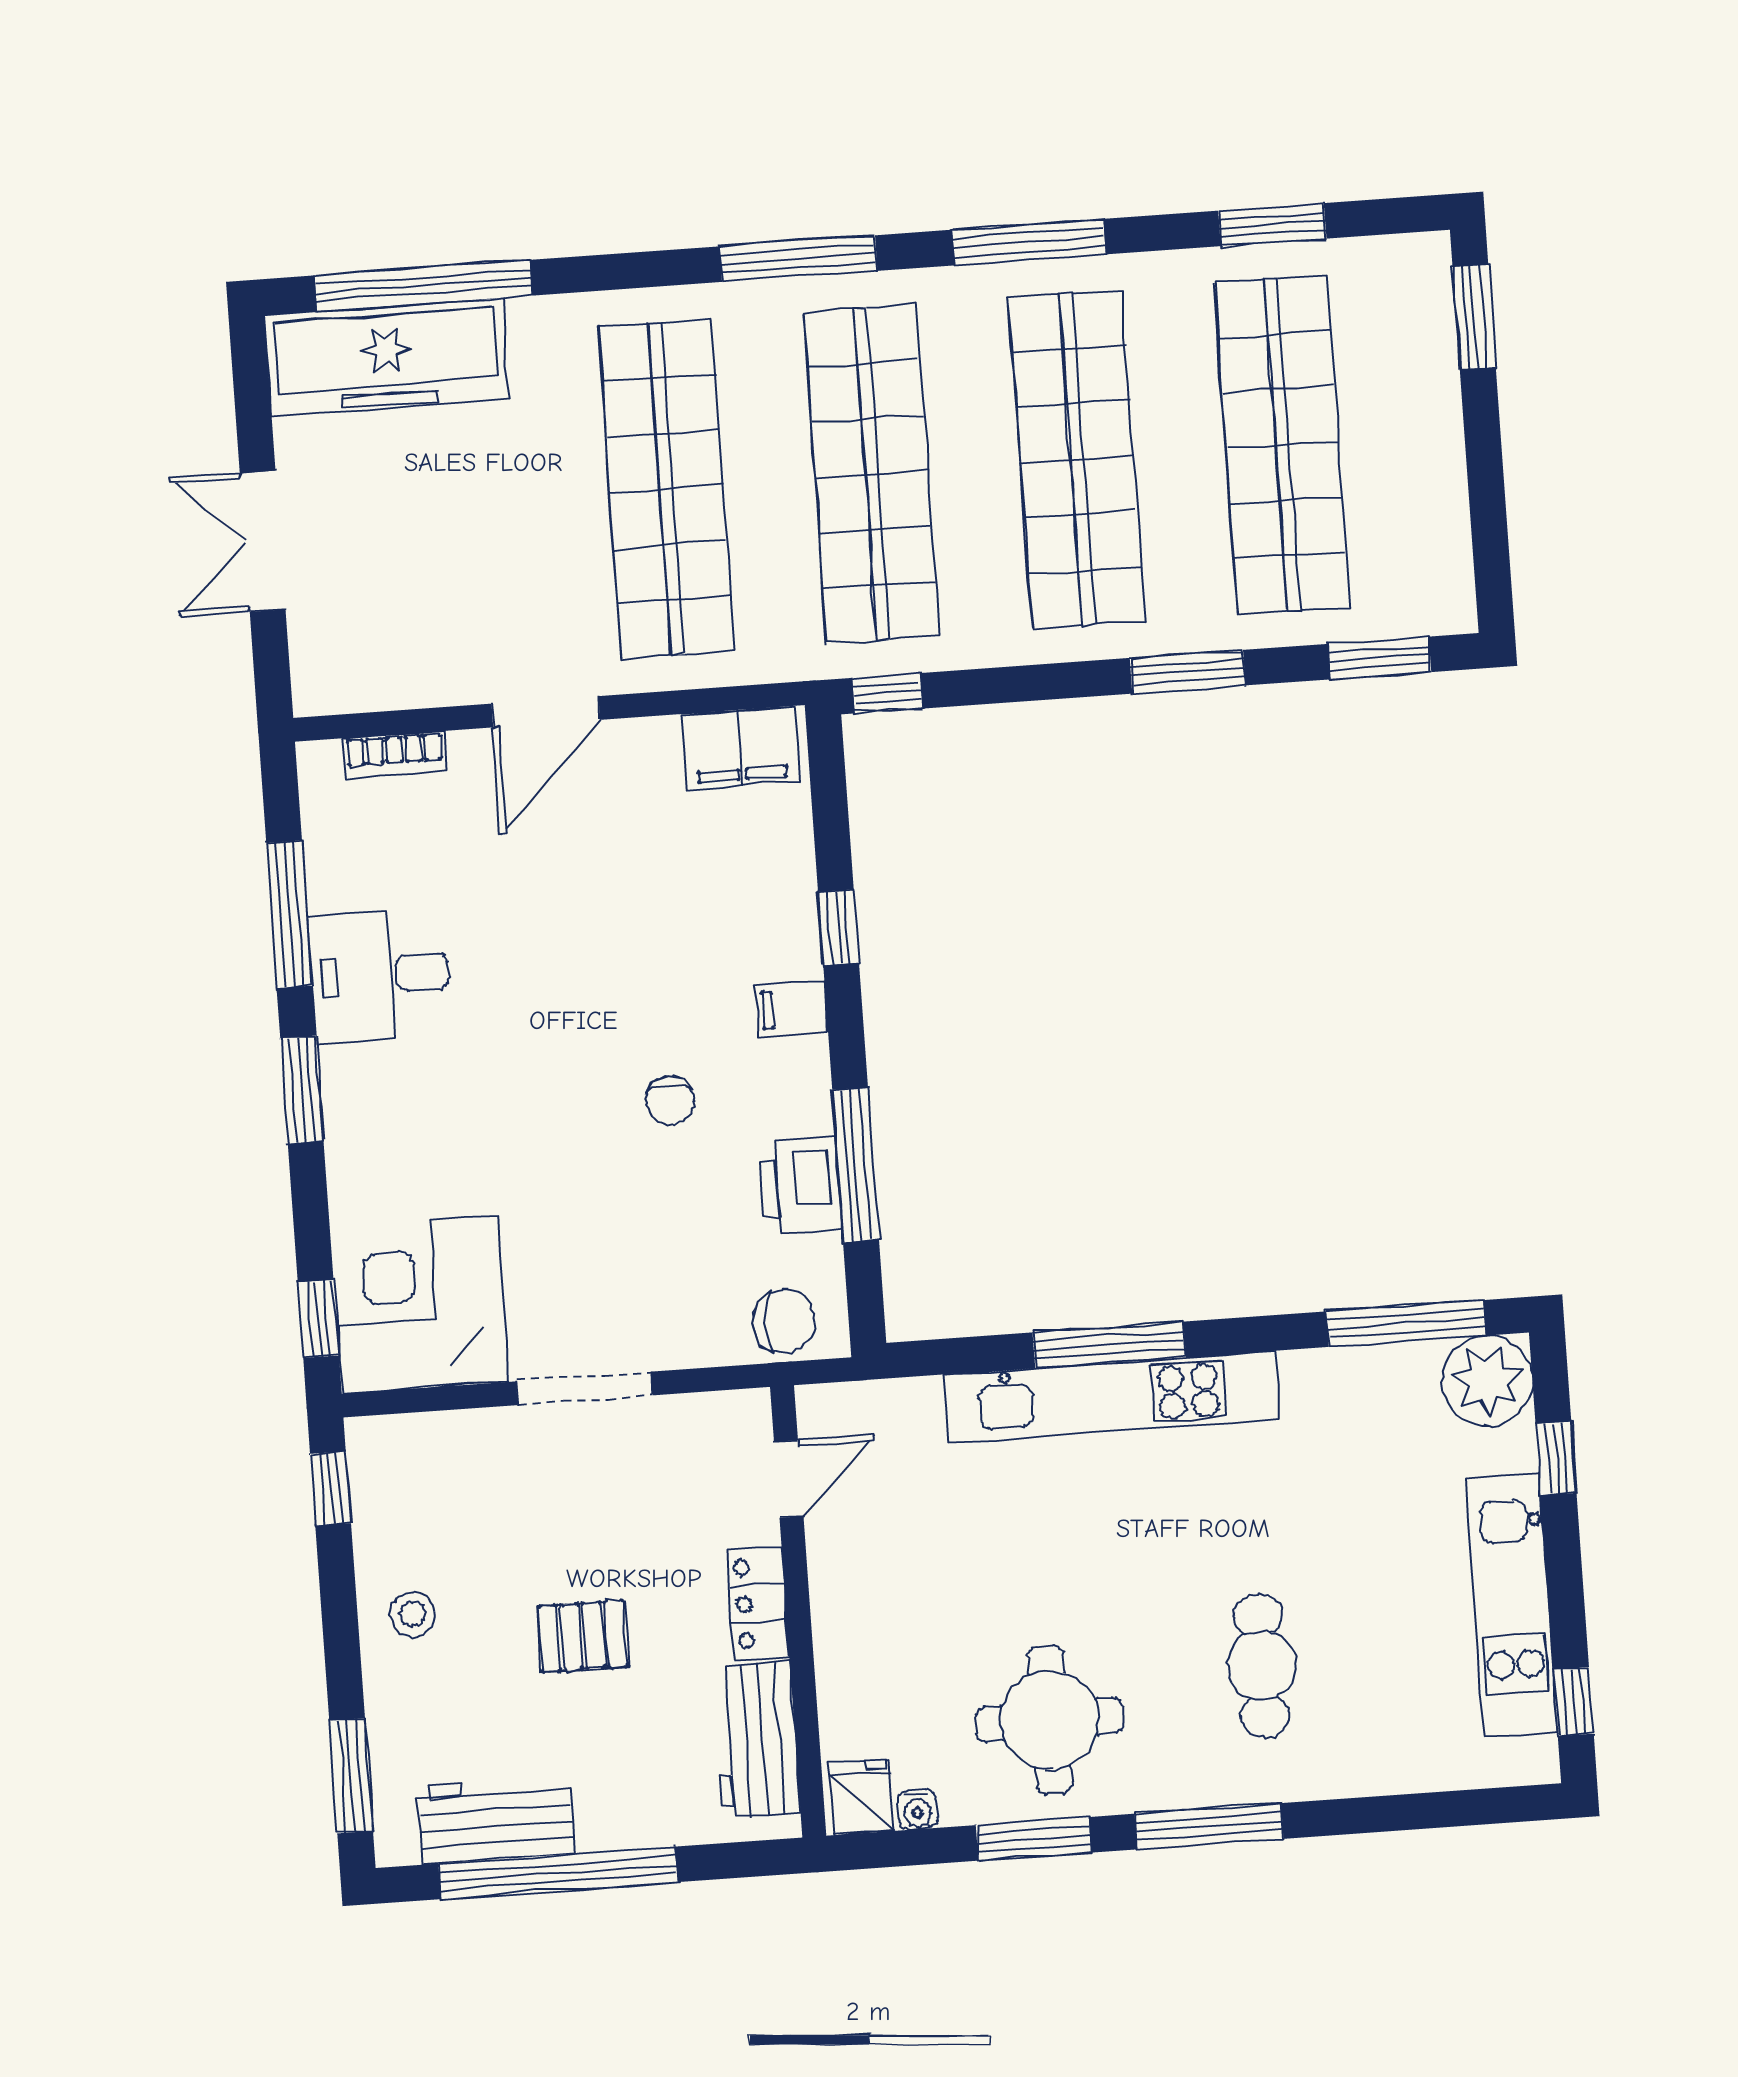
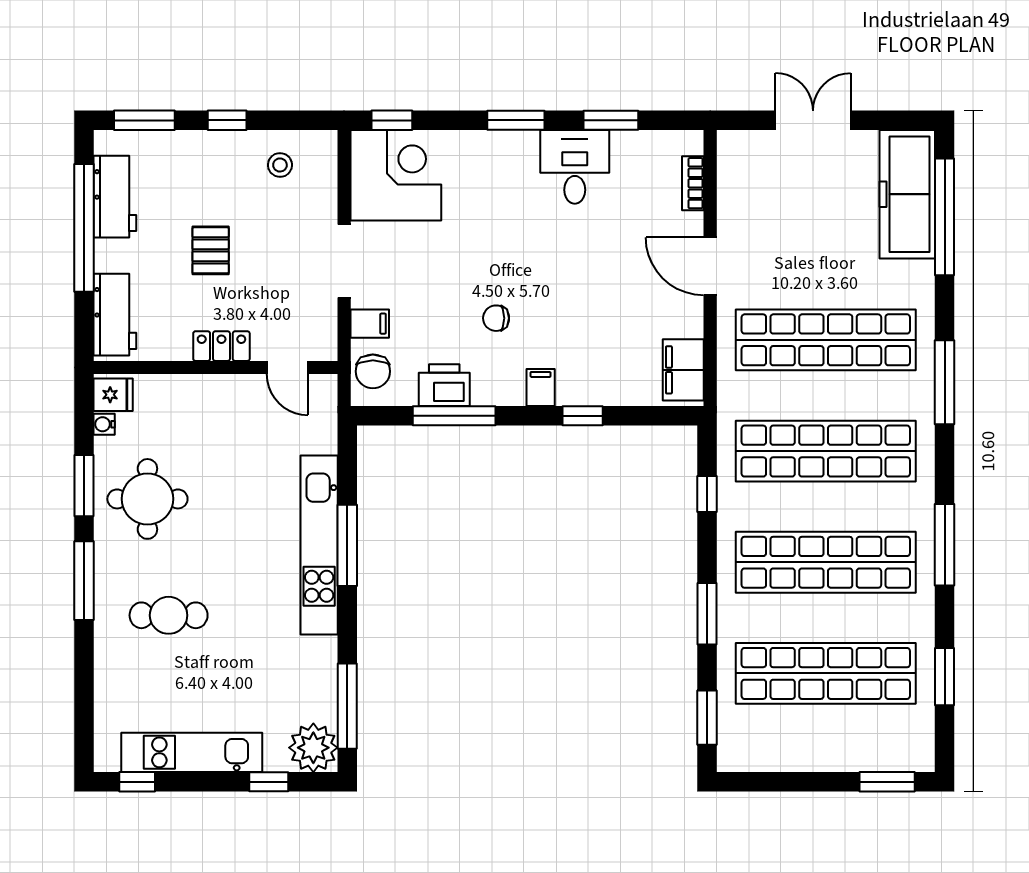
window: (798, 259) -> (945, 382), moved
window: (887, 693) -> (707, 494), moved
window: (289, 914) -> (611, 120), width x0.69
filing cabinet: (697, 1333) -> (370, 324), added
window: (330, 1488) -> (227, 120), moved
stool: (413, 1614) -> (280, 165), moved
workbench: (756, 1740) -> (115, 315), moved, turned 90

